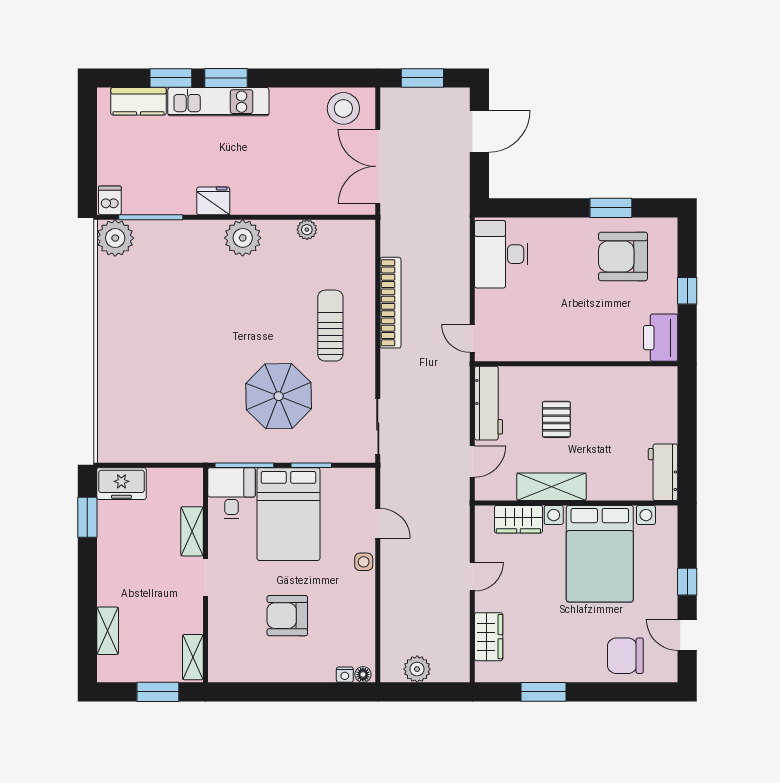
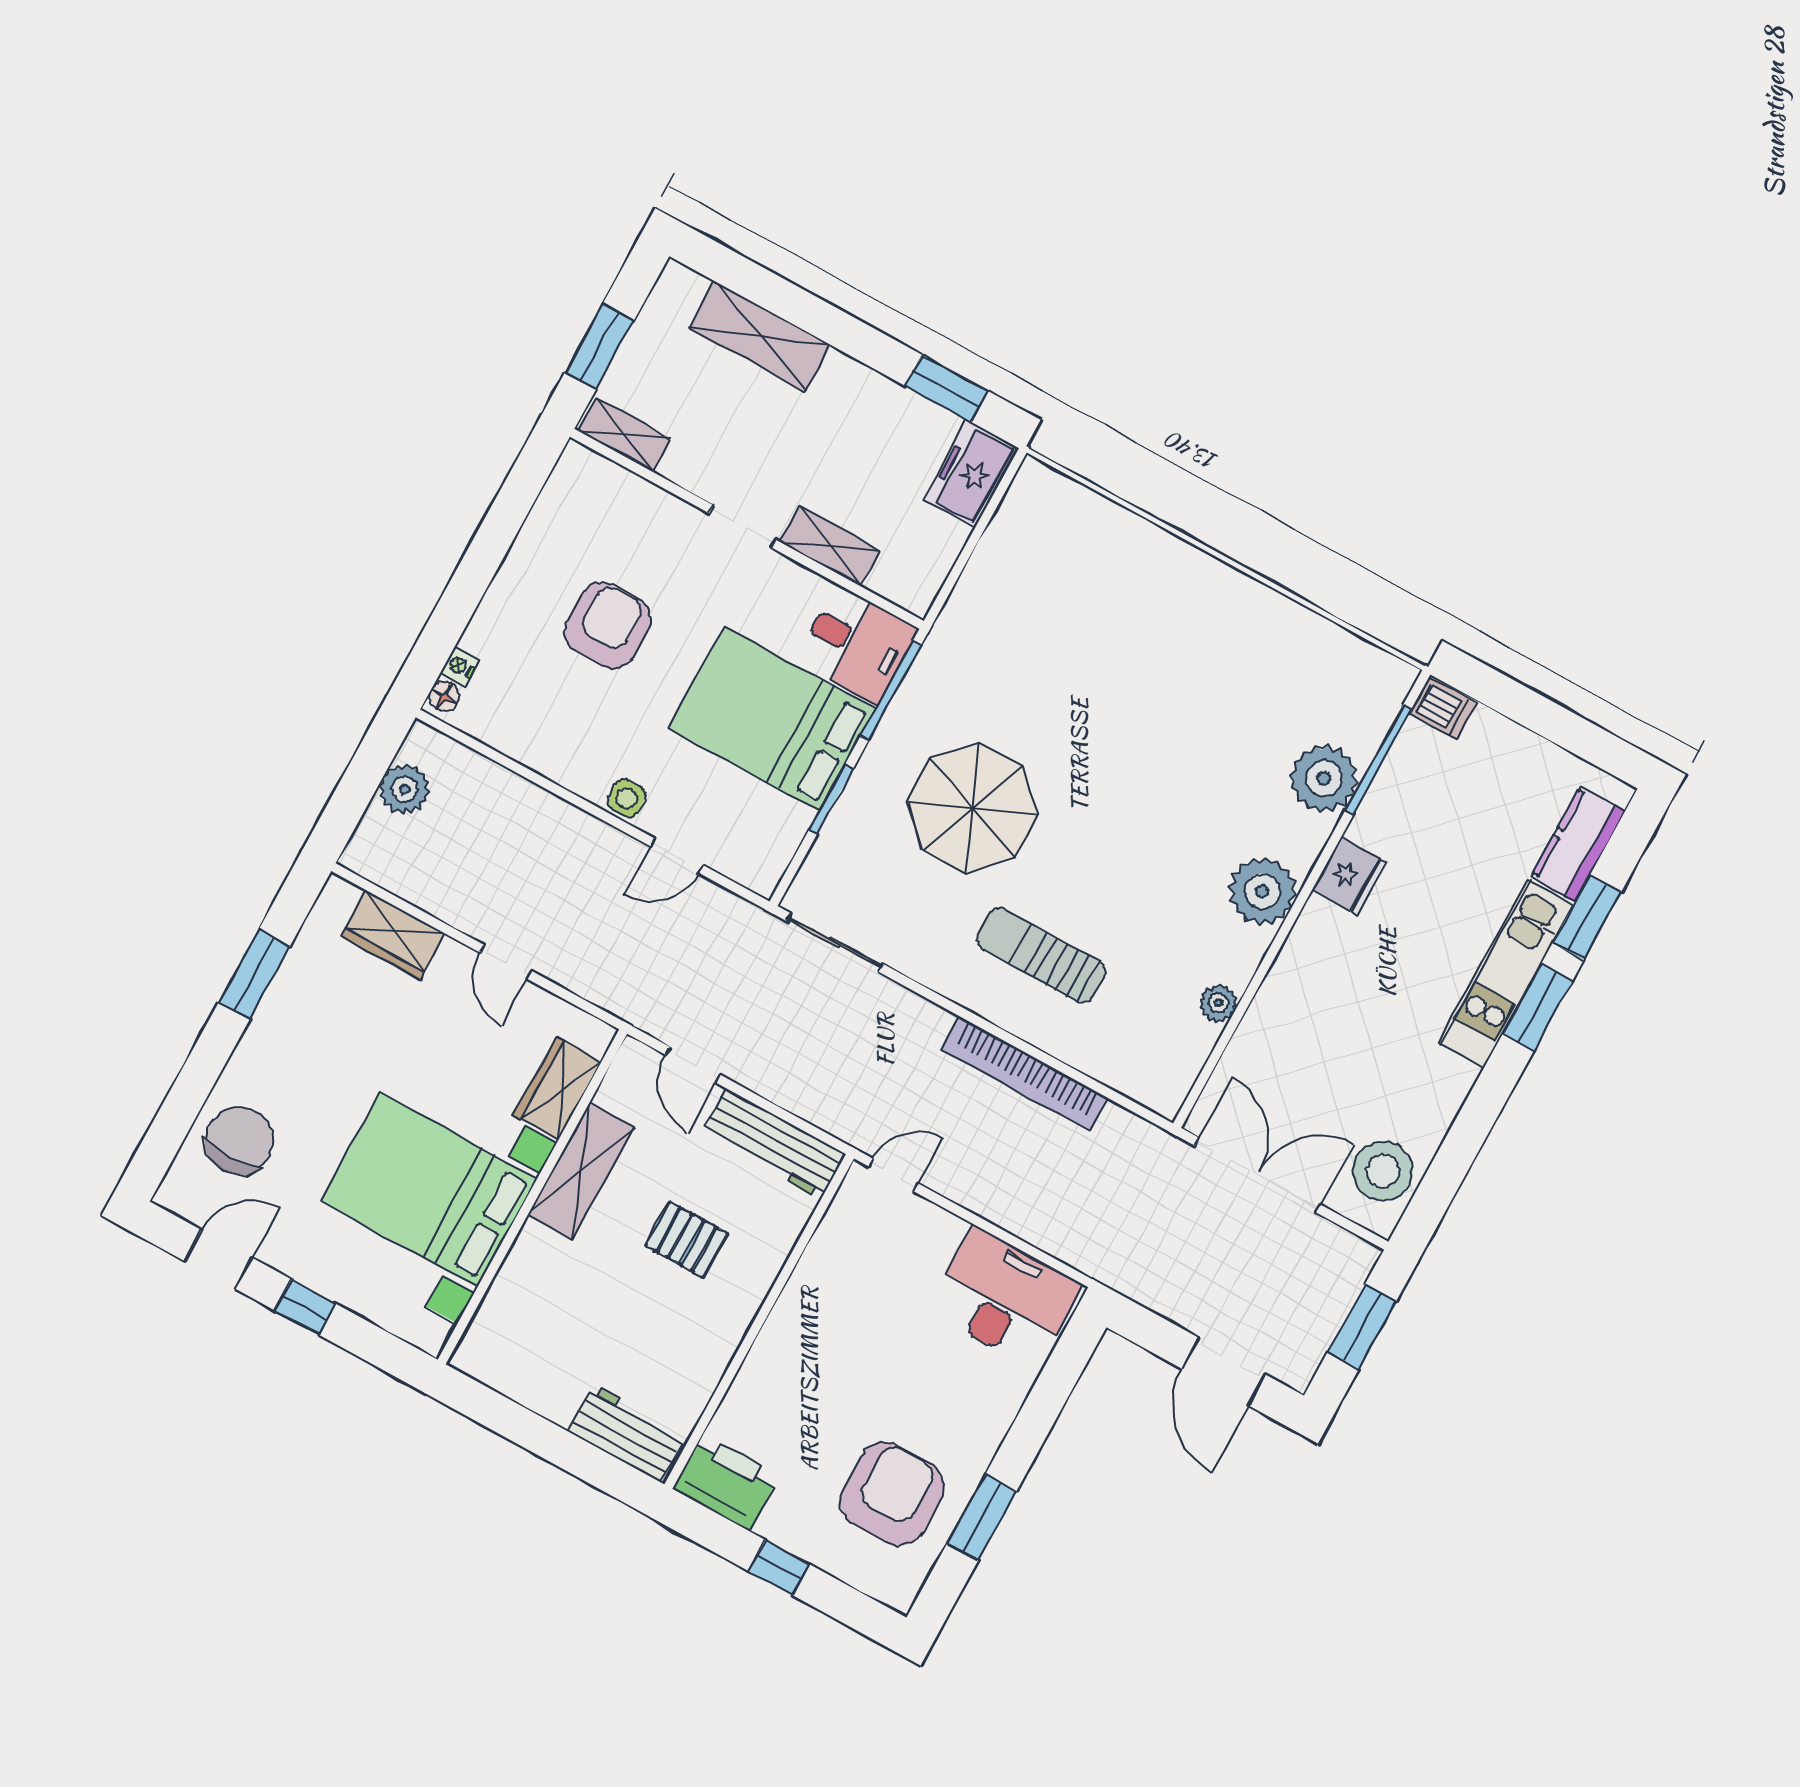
plant: (115, 238) -> (1324, 779), moved
sun lounger: (330, 326) -> (1041, 955), turned 180
workbench: (663, 472) -> (627, 1433), moved
shelving: (108, 631) -> (760, 336), width x1.50, depth x1.33

